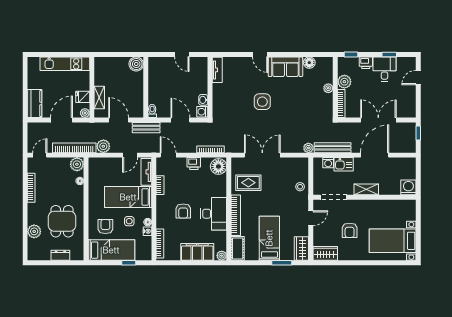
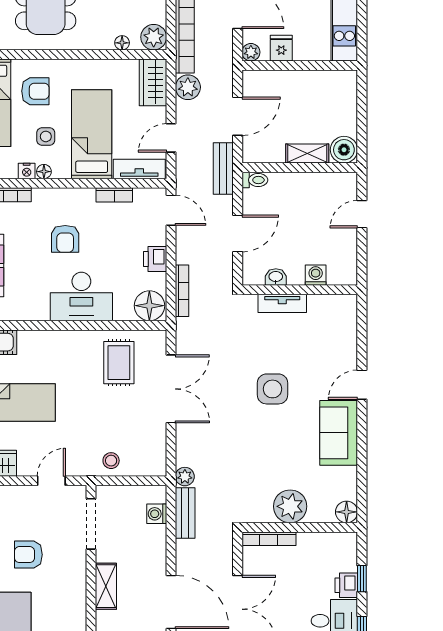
door: (182, 55) -> (362, 214), moved
window: (351, 55) -> (362, 579), moved
floor lamp: (309, 63) -> (347, 512), moved
tv unit: (217, 70) -> (282, 303), moved
plant: (344, 82) -> (310, 545), removed
plant: (328, 88) -> (290, 506), width x1.88, depth x1.88
shelving: (99, 97) -> (307, 154), moved
washing machine: (202, 112) -> (316, 275), moved
bench: (333, 148) -> (185, 513), width x0.73
door: (130, 155) -> (171, 138), hinge flipped
door: (168, 155) -> (171, 210), hinge flipped
kitchen sink: (344, 164) -> (154, 543), removed
wardrobe: (101, 165) -> (153, 82), added
armchair: (183, 211) -> (65, 239), turned -90
desk: (214, 214) -> (81, 296), moved
bookcase: (236, 215) -> (57, 339), removed
door: (311, 218) -> (51, 481), swing flipped

